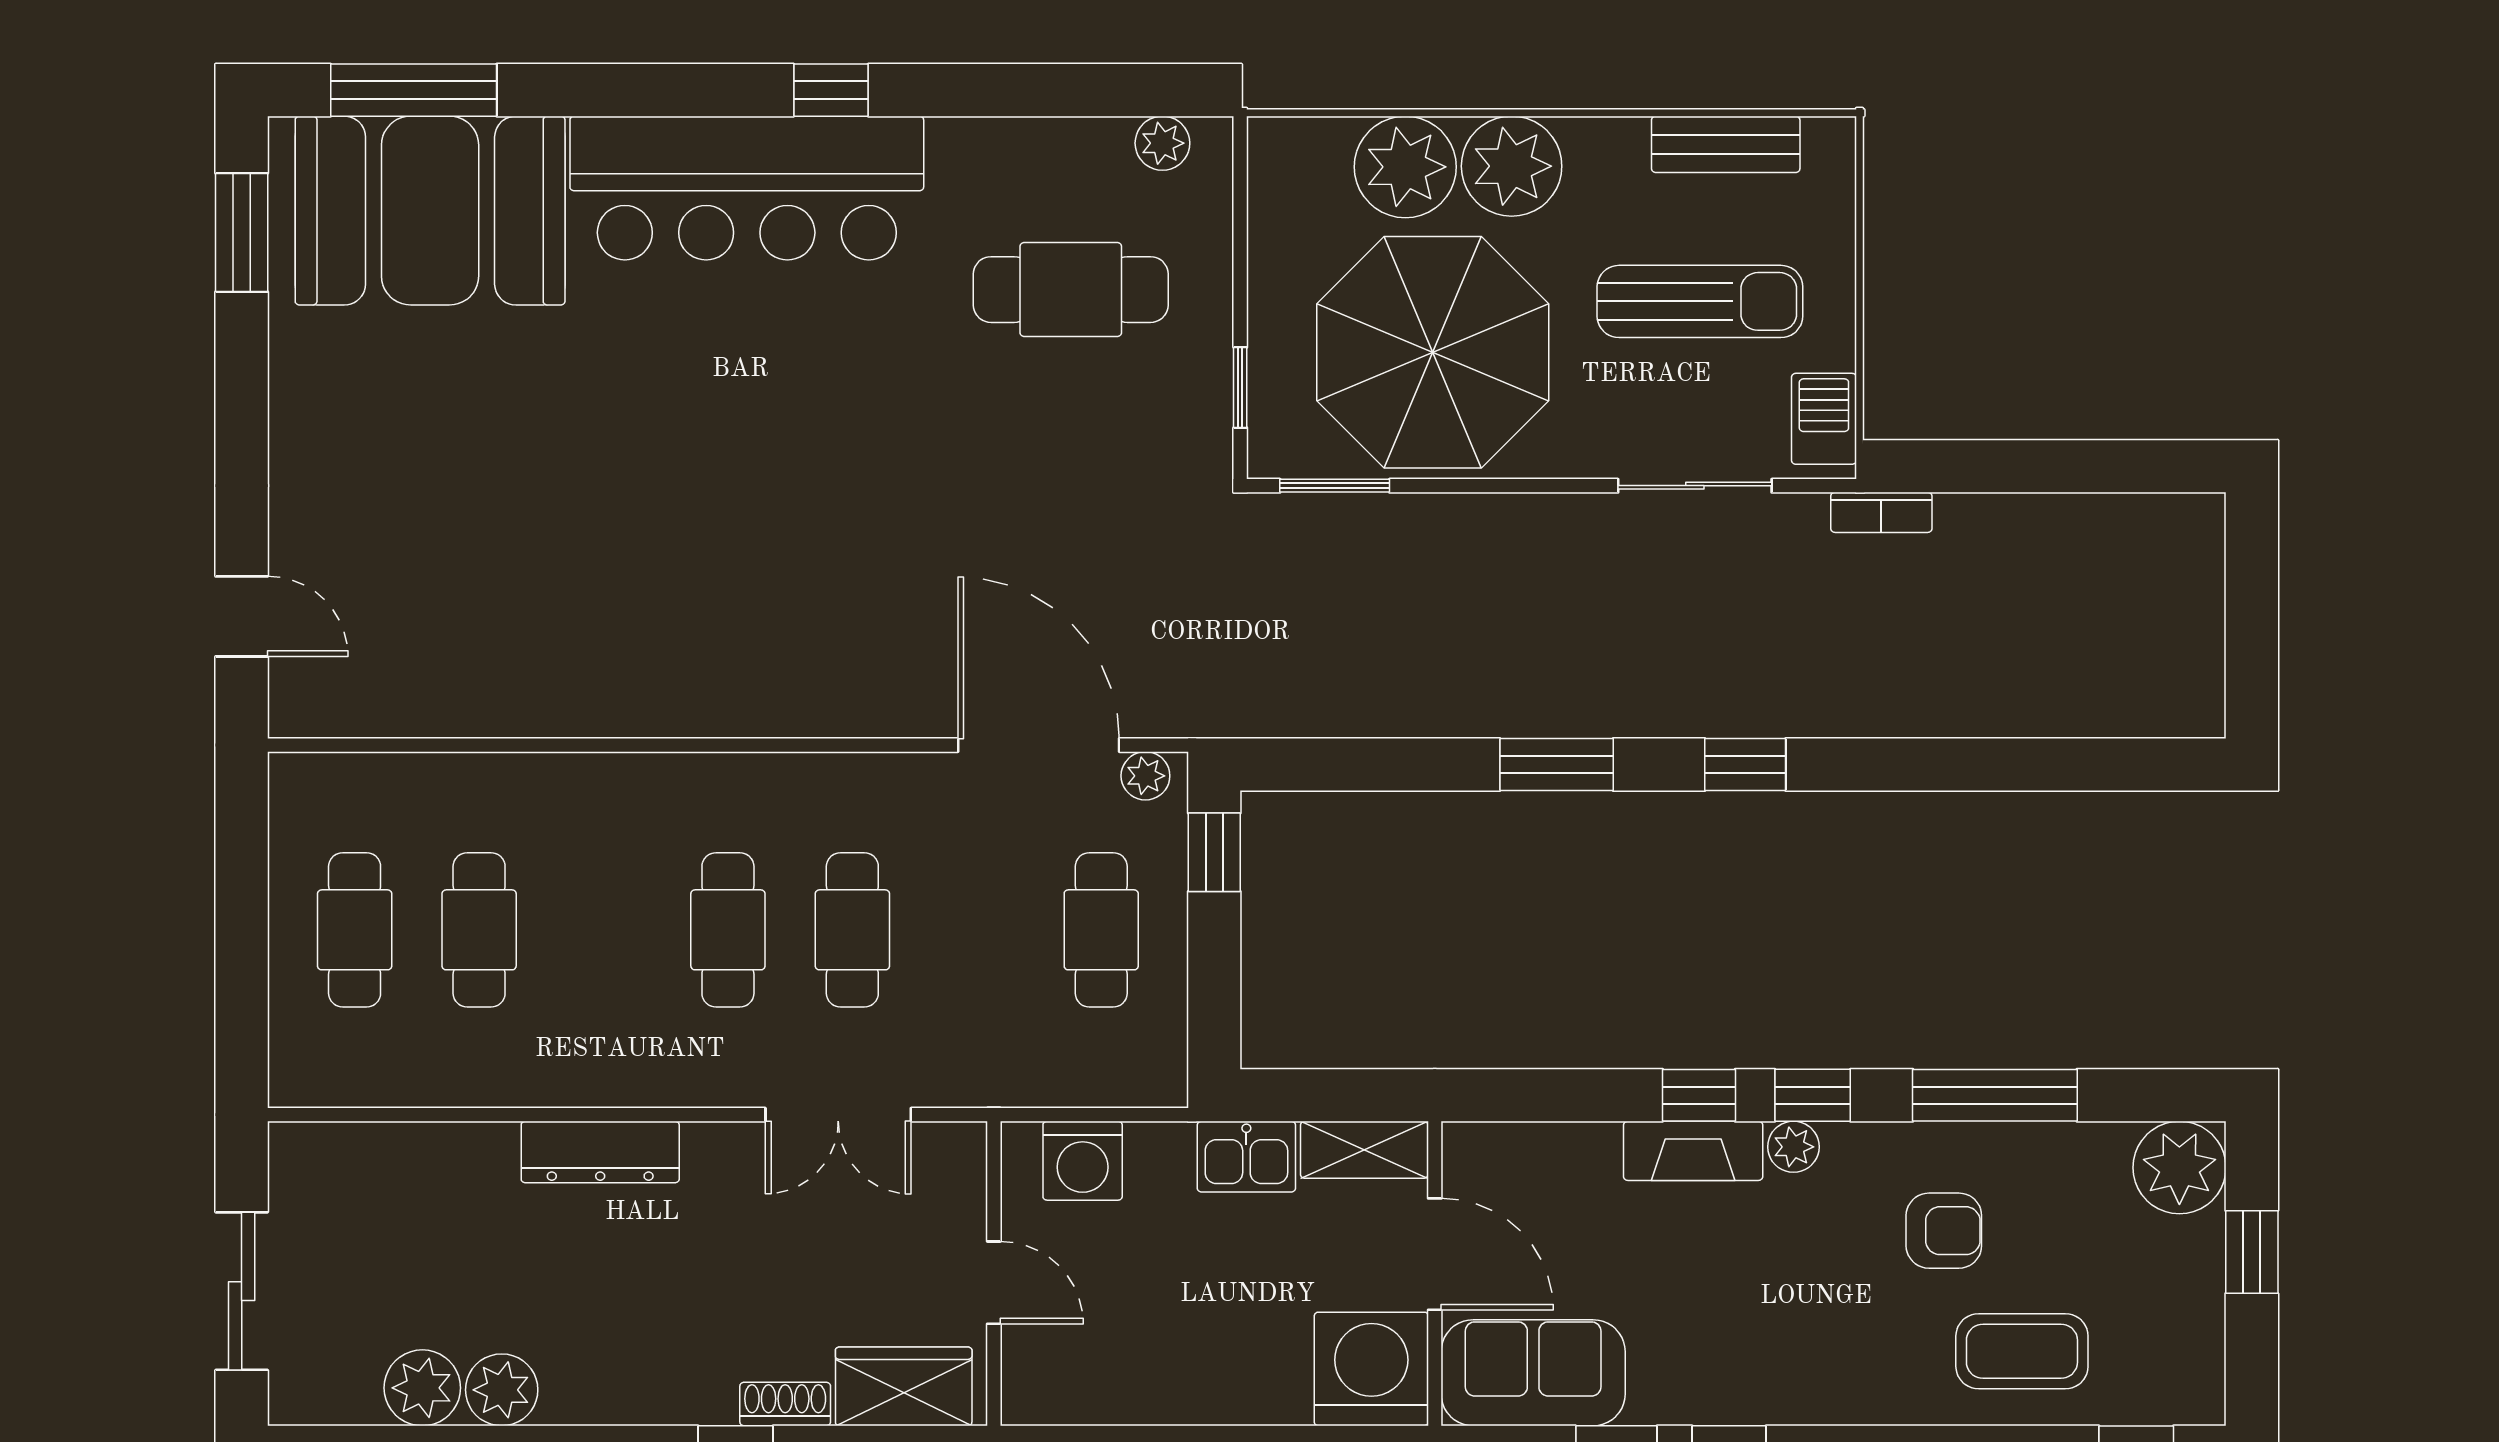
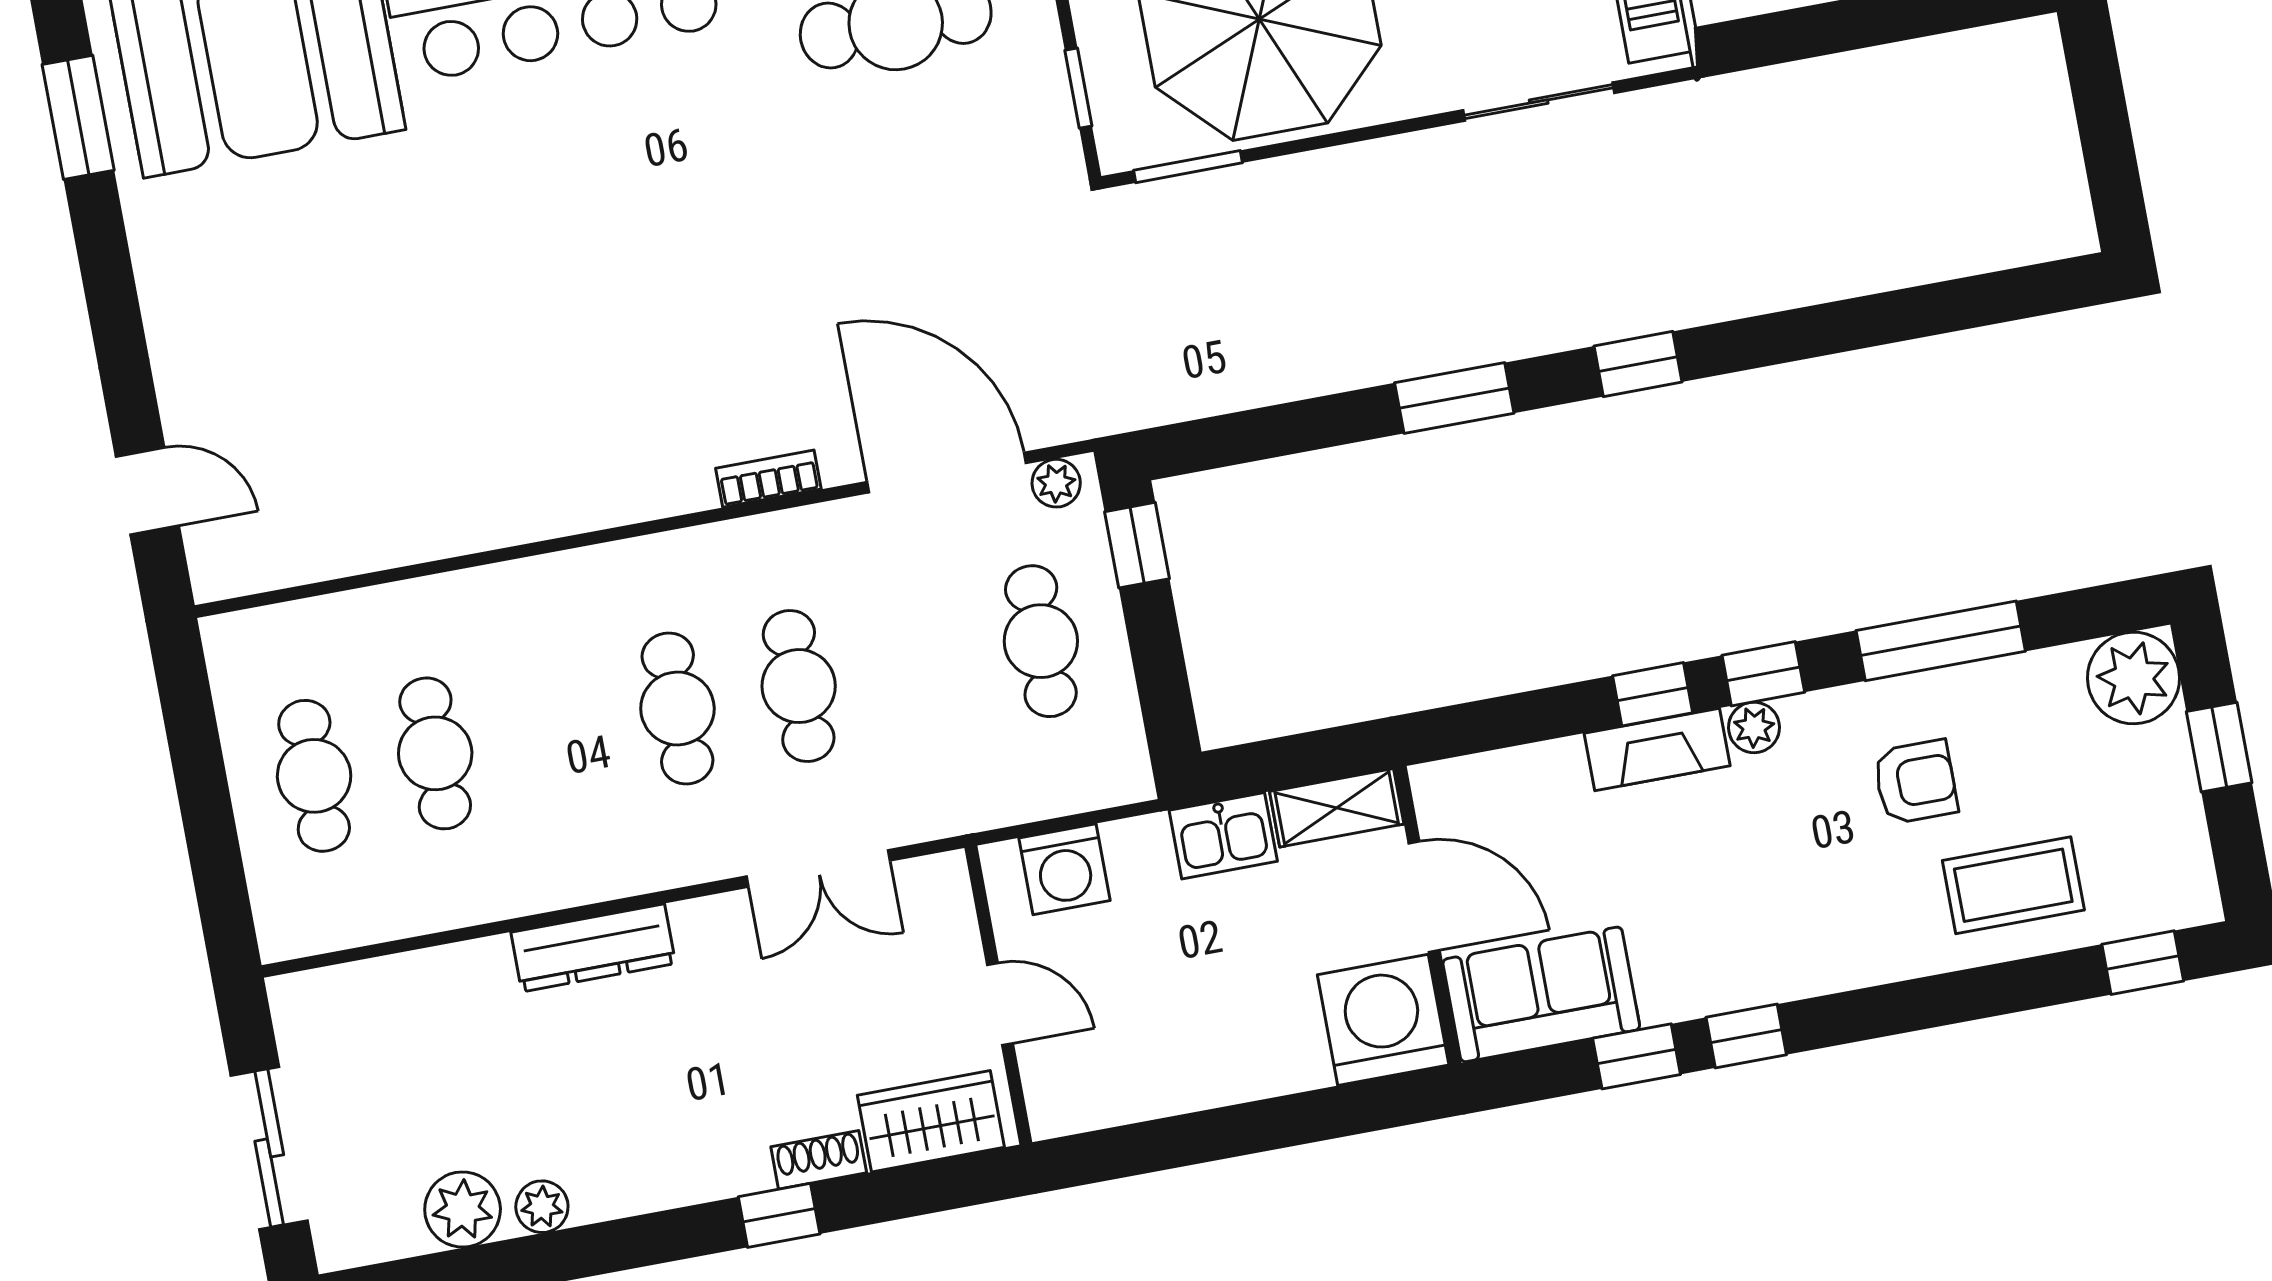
bookcase: (1881, 512) -> (768, 479), moved, turned 180
plant: (502, 1390) -> (542, 1207), width x0.73, depth x0.73

